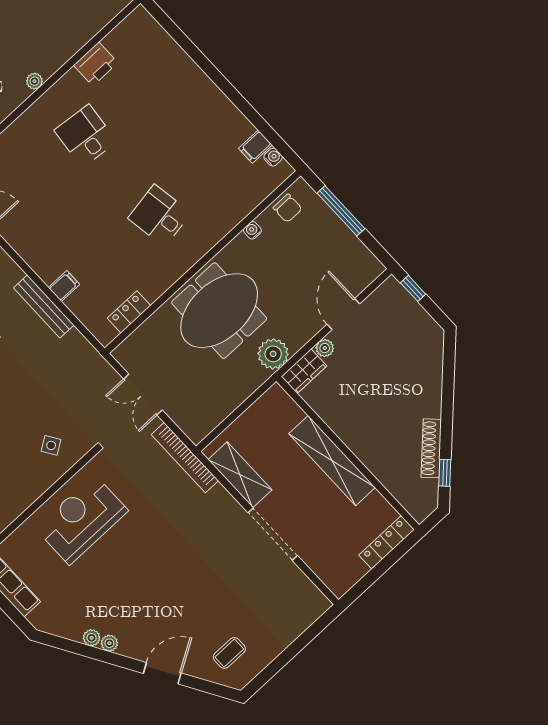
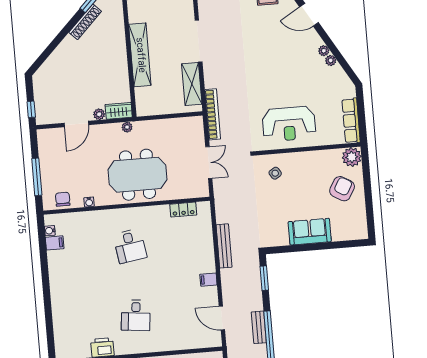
filing cabinet: (64, 286) -> (208, 280), moved
plant: (273, 354) -> (127, 127), width x0.53, depth x0.53

